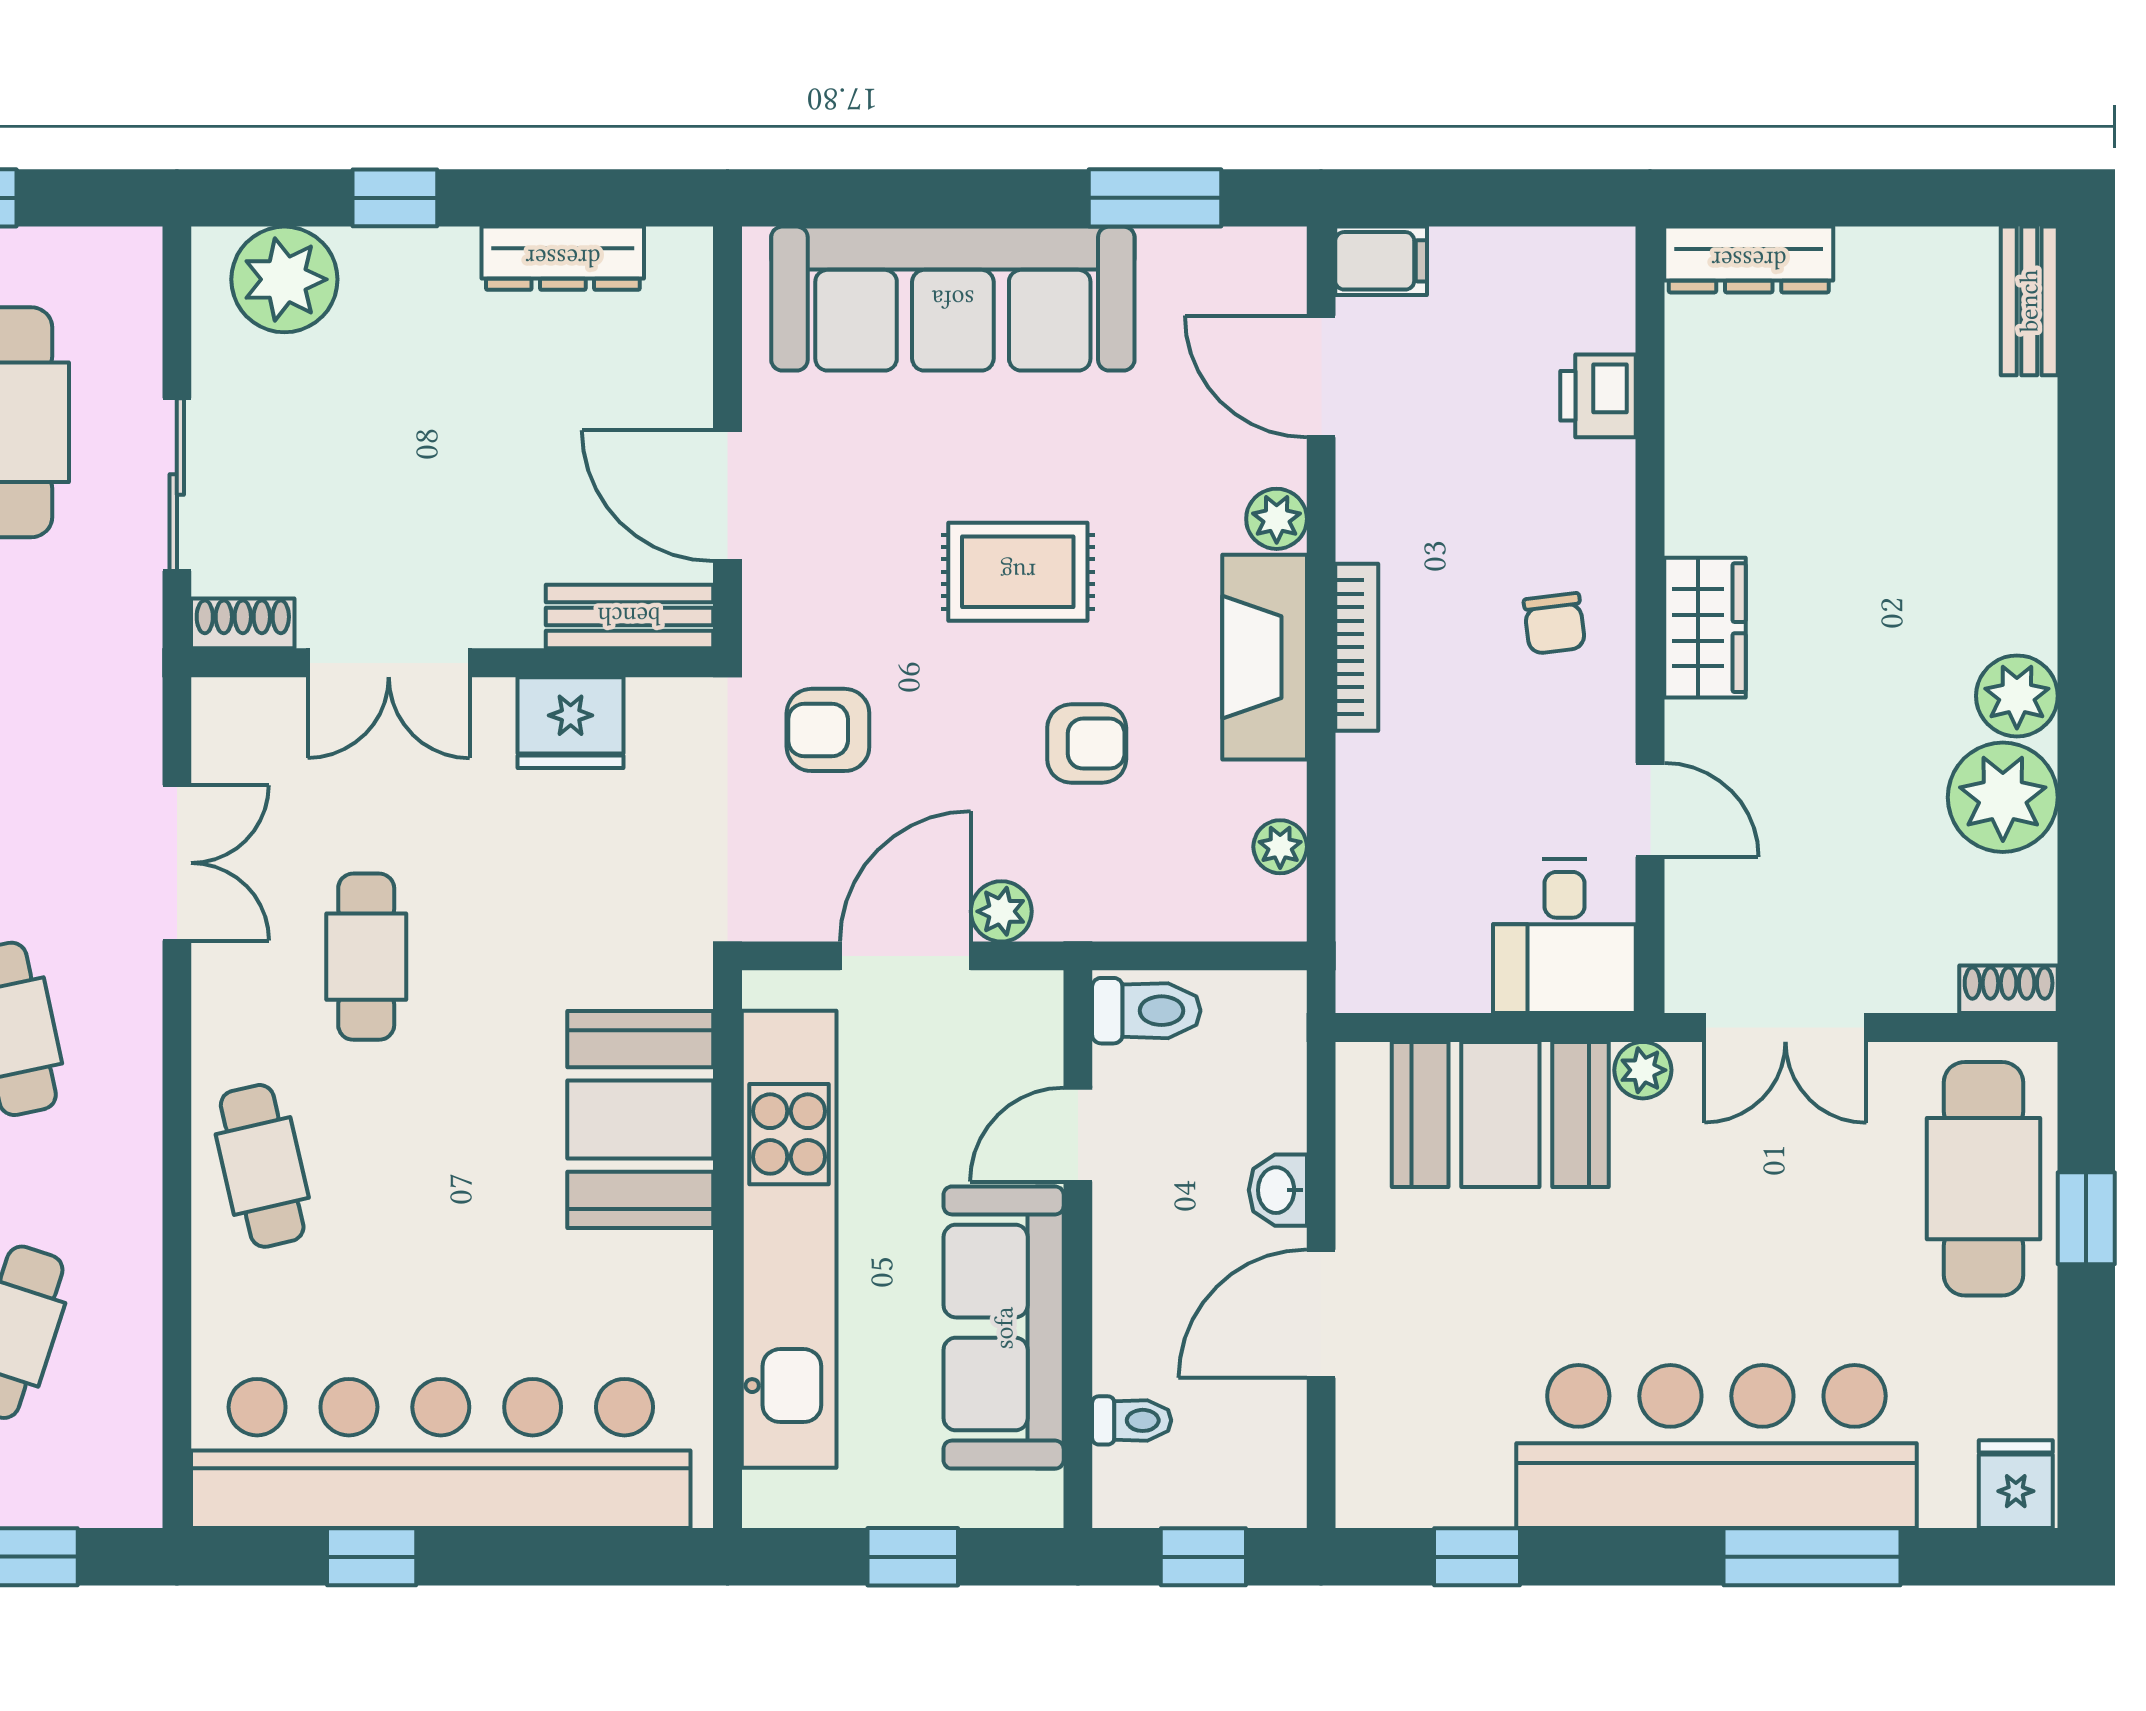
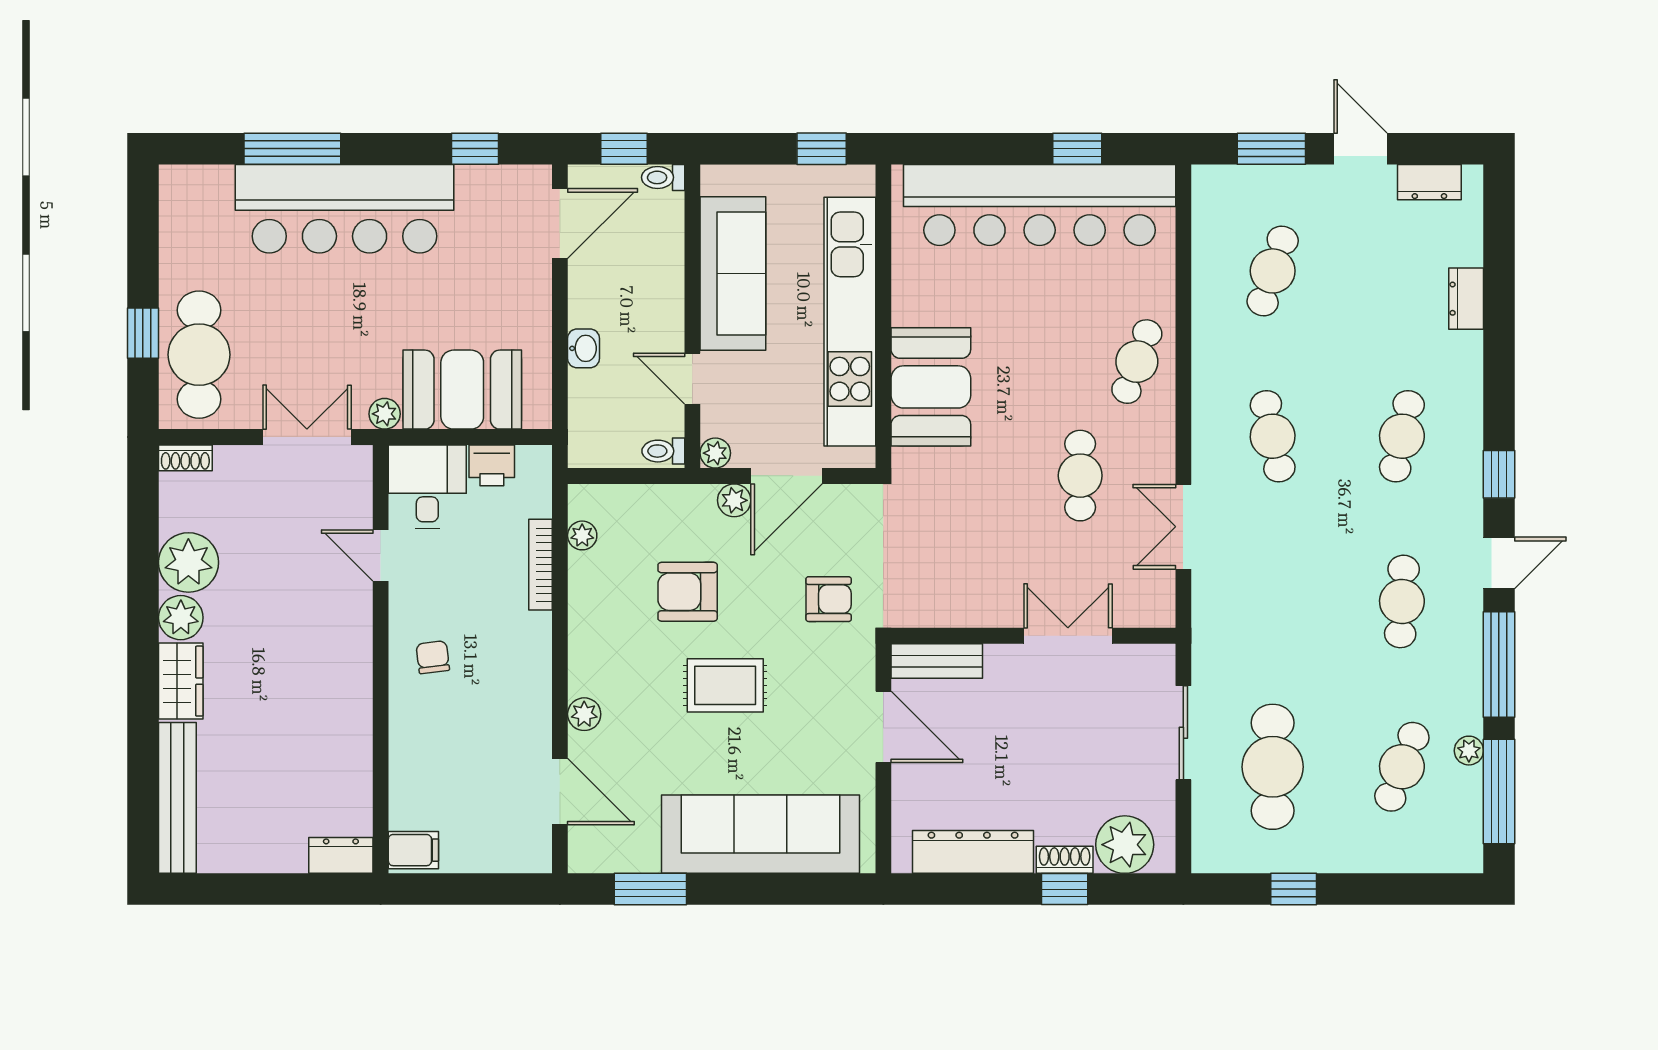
dresser: (563, 258) -> (973, 852), width x1.37, depth x1.24
dresser: (1749, 260) -> (341, 855), width x0.70
filing cabinet: (1381, 261) -> (413, 850), moved, turned 180
bench: (2029, 301) -> (177, 798), width x1.86, depth x1.21
printer: (1598, 396) -> (492, 465), moved, turned 90
shoe rack: (243, 623) -> (1065, 860), moved, turned 180
wardrobe: (1705, 628) -> (181, 681), moved, turned 180
bookcase: (1357, 647) -> (540, 565), moved
fireplace: (1265, 657) -> (591, 639), removed
fridge: (571, 723) -> (969, 603), removed
armchair: (1087, 744) -> (688, 592), width x1.38, depth x1.38
plant: (1036, 998) -> (715, 453), added
toilet: (1146, 1011) -> (663, 451), width x0.73, depth x0.72
door: (1078, 1135) -> (692, 379), swing flipped
cafe table: (262, 1166) -> (1137, 362), turned 33
door: (1321, 1314) -> (560, 223), moved
toilet: (1132, 1420) -> (663, 177), moved
fridge: (2016, 1484) -> (181, 188), removed
window: (913, 1557) -> (822, 149), moved

